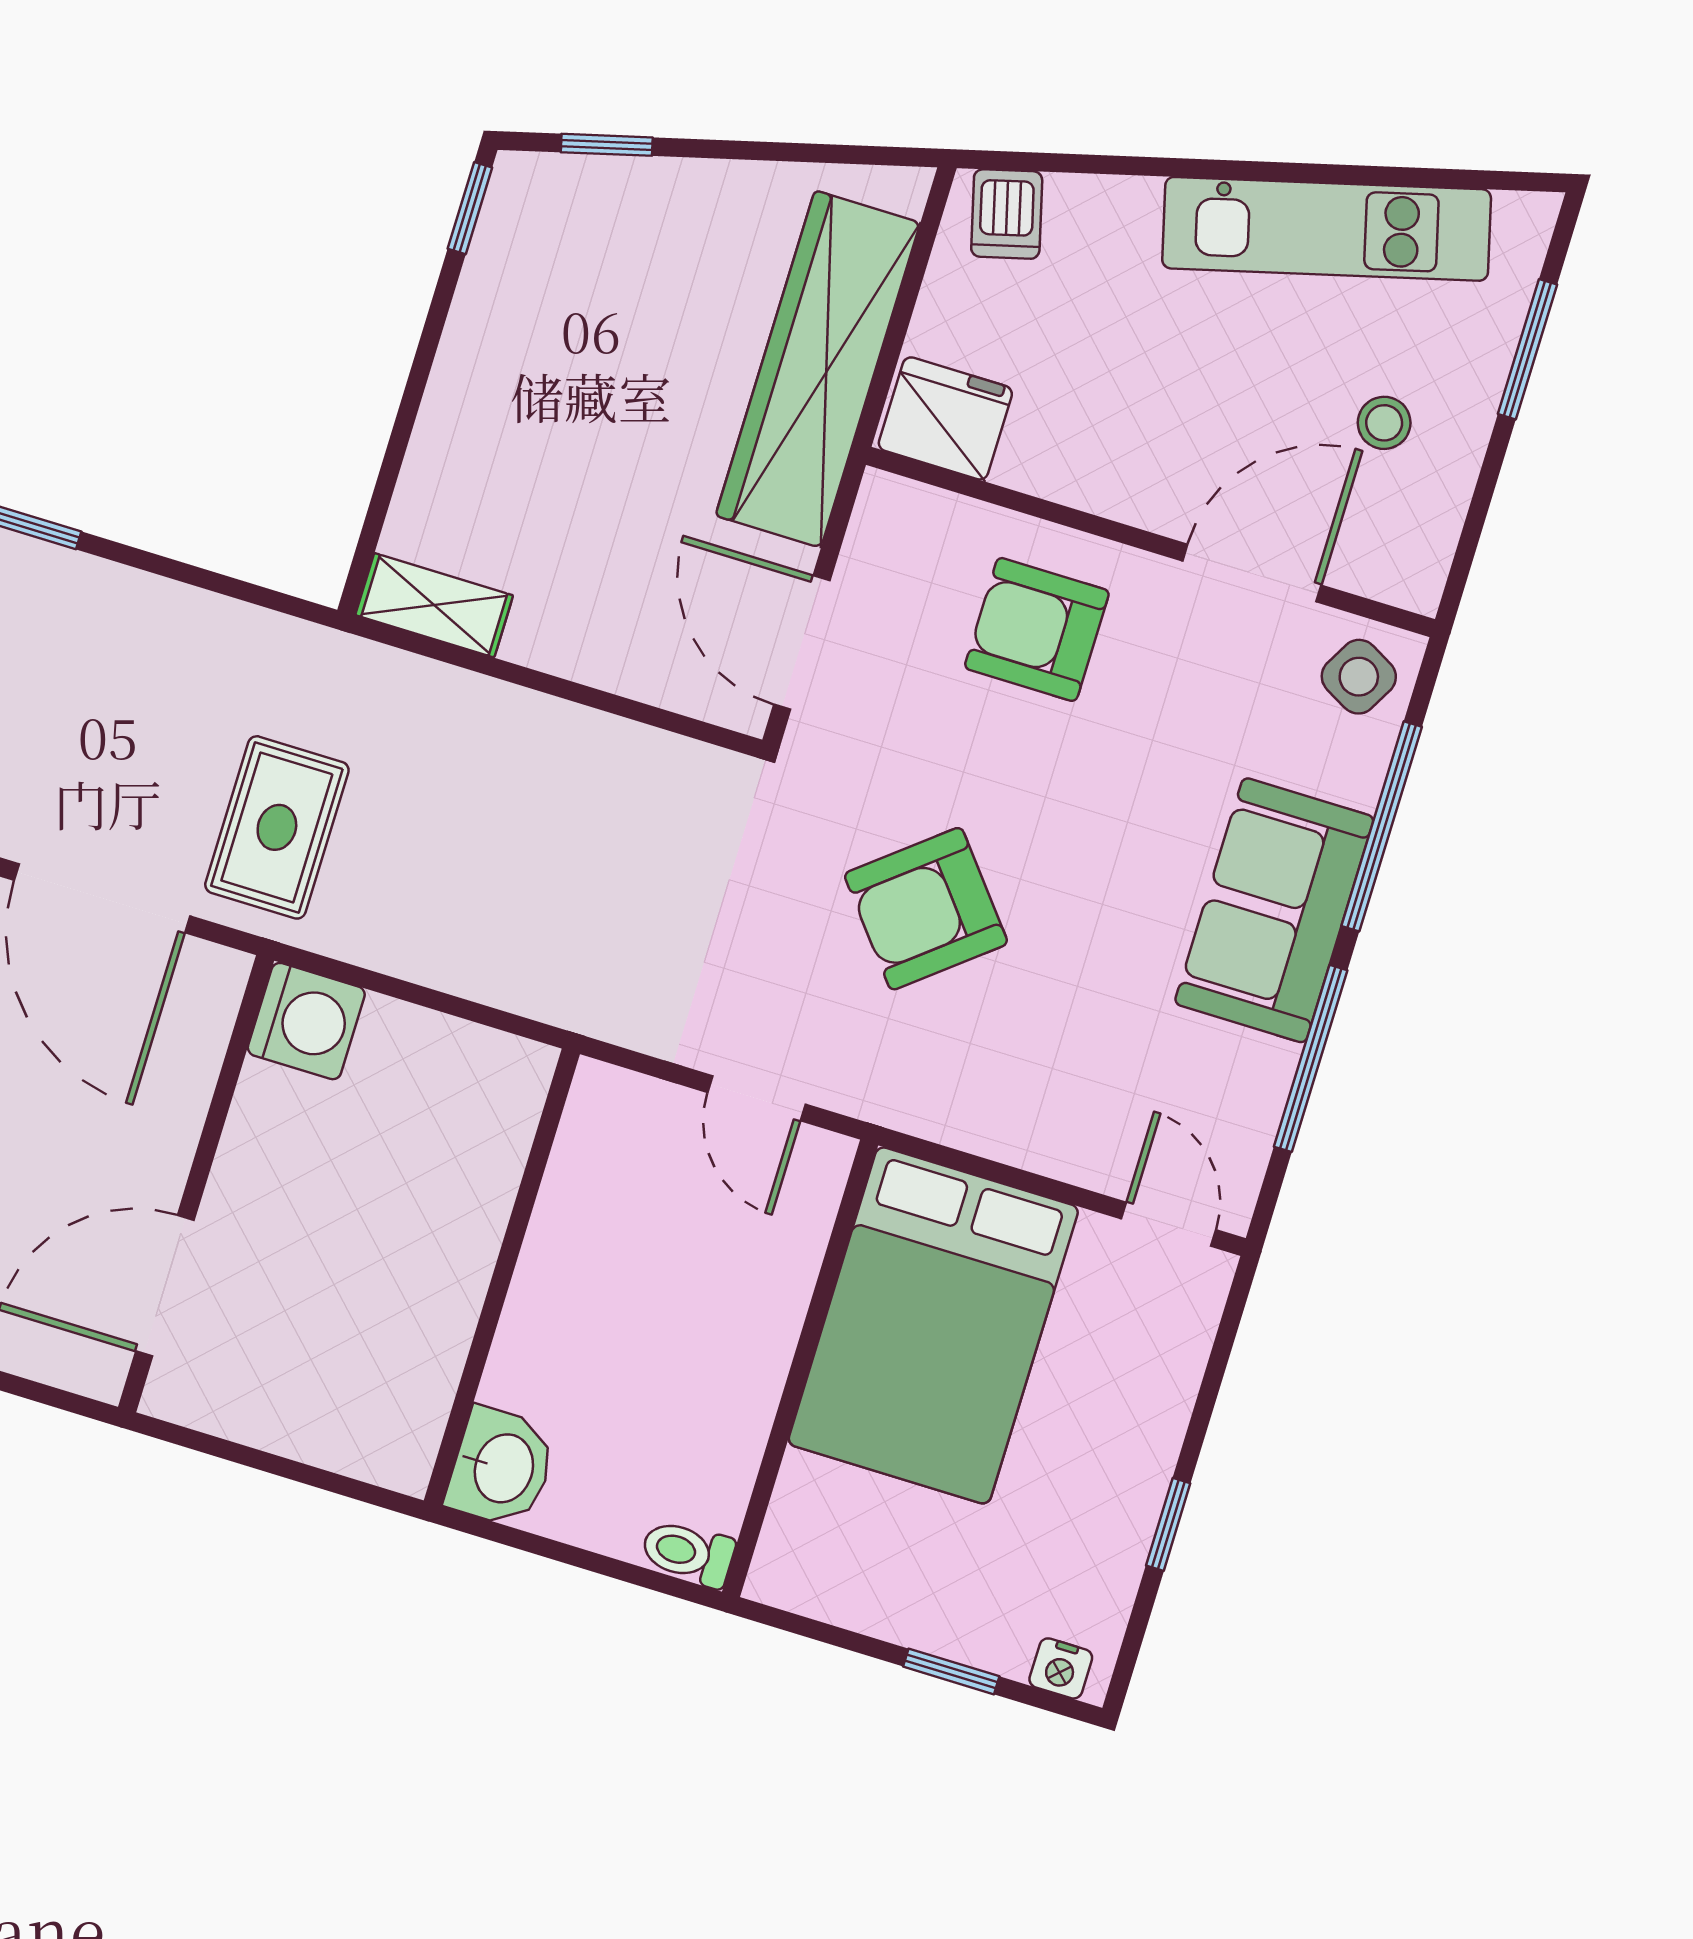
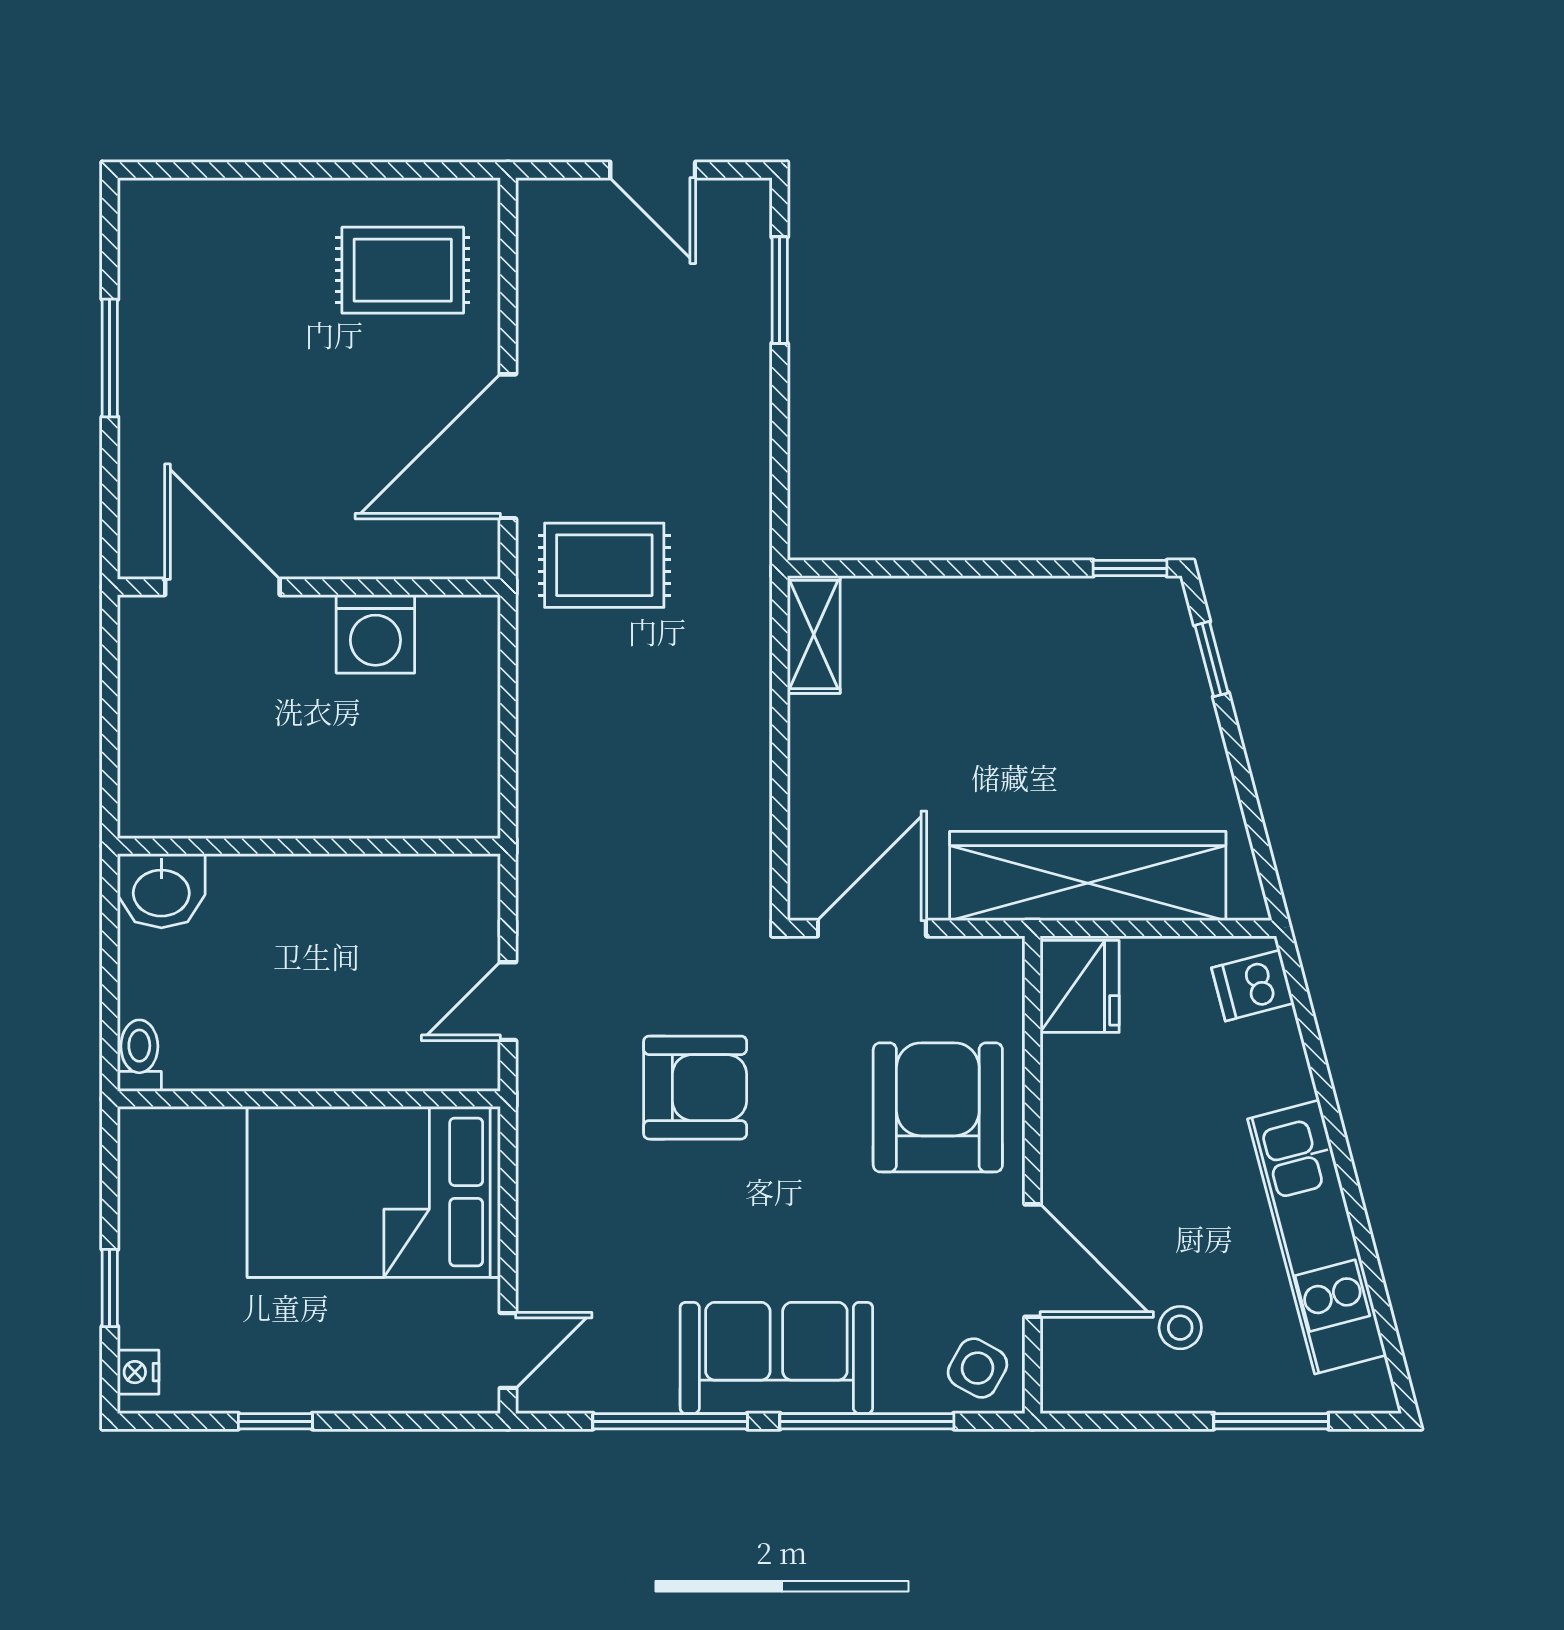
armchair: (1037, 629) -> (938, 1107), width x1.36, depth x1.36
armchair: (926, 909) -> (695, 1088), turned 129
washing machine: (306, 1021) -> (375, 634), moved

